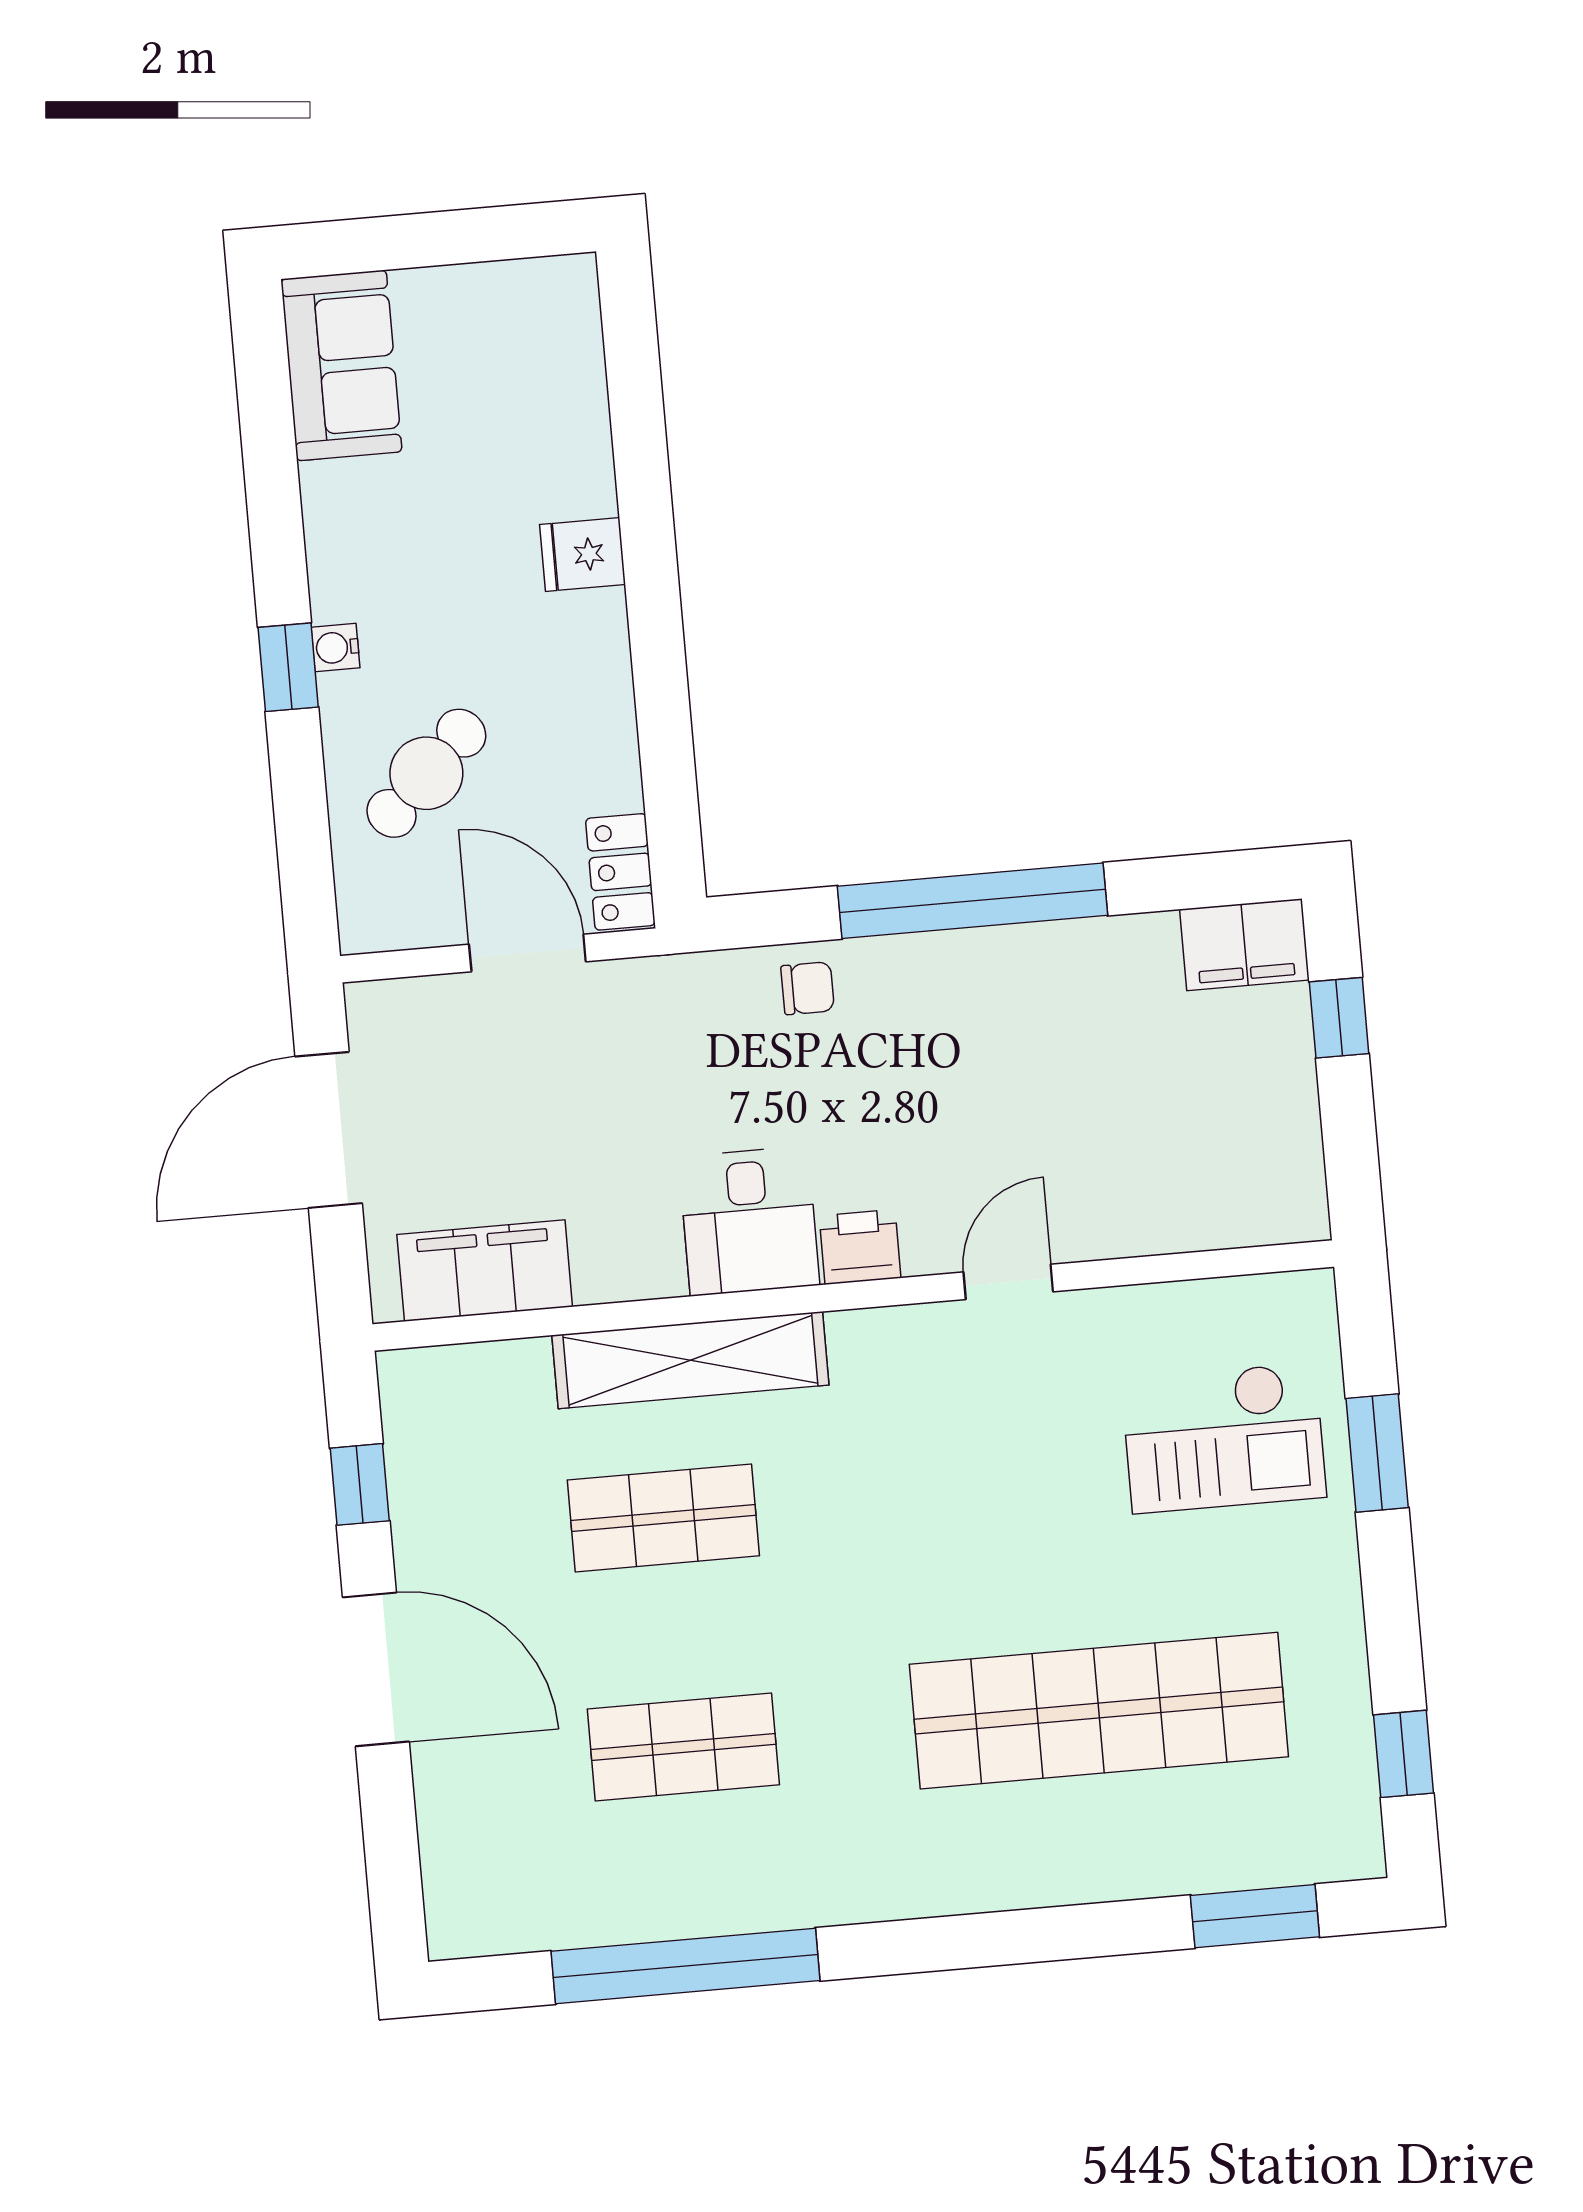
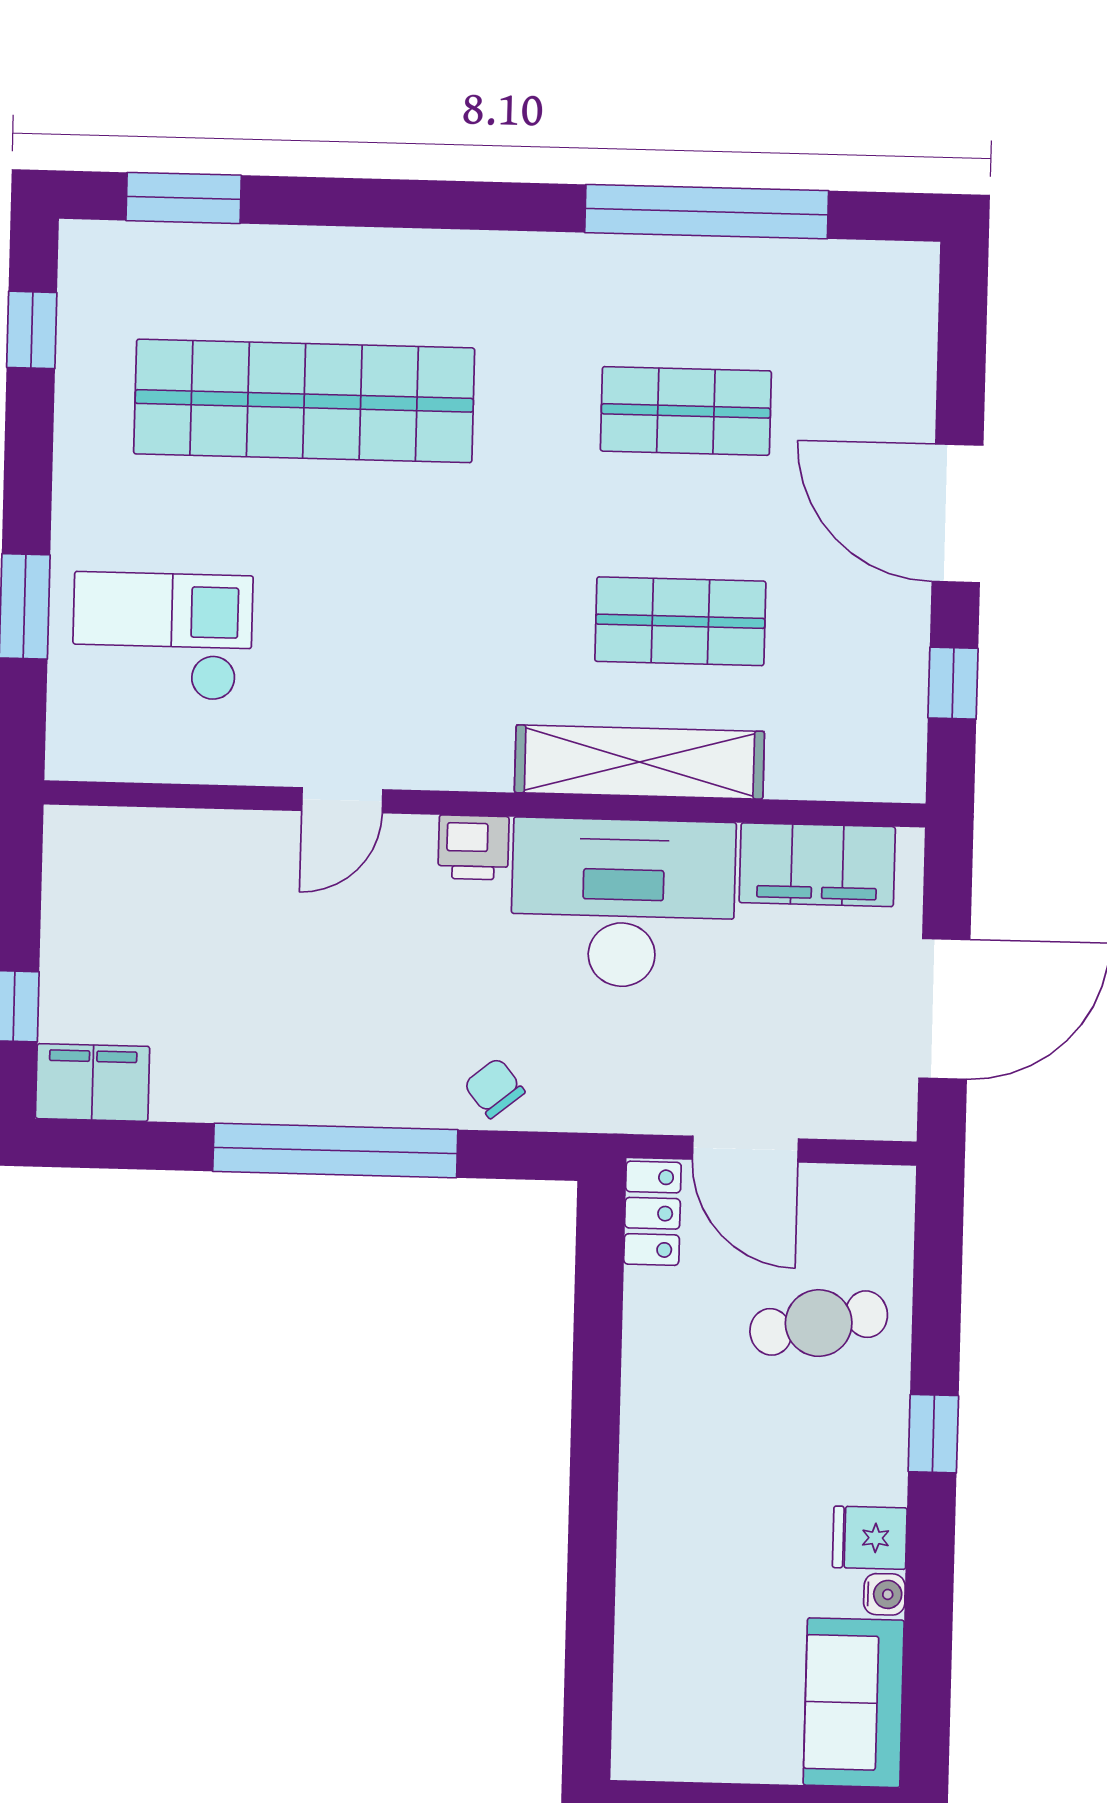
fridge: (583, 554) -> (870, 1538), moved, turned 180
water cooler: (336, 648) -> (884, 1594), moved
cafe table: (426, 773) -> (819, 1323), turned 32
chair: (808, 988) -> (494, 1088), turned 51
desk: (749, 1221) -> (623, 903), width x1.87, depth x1.30

